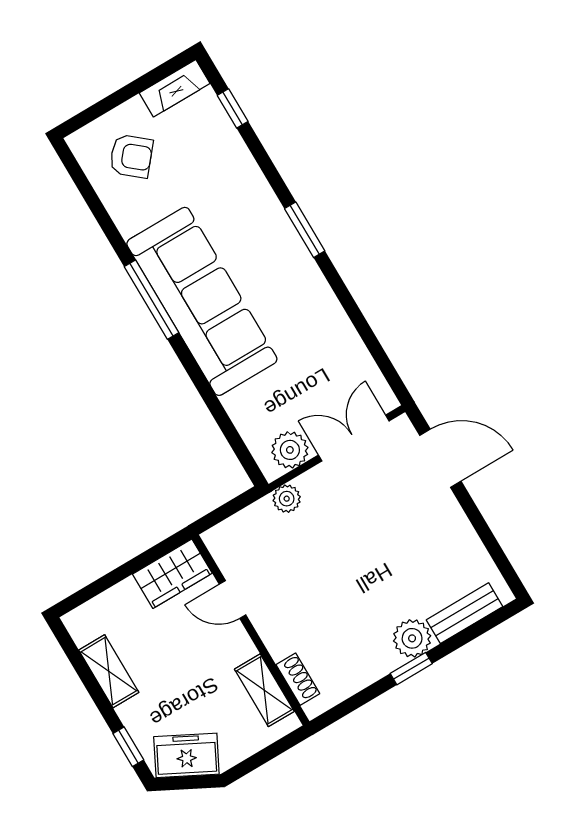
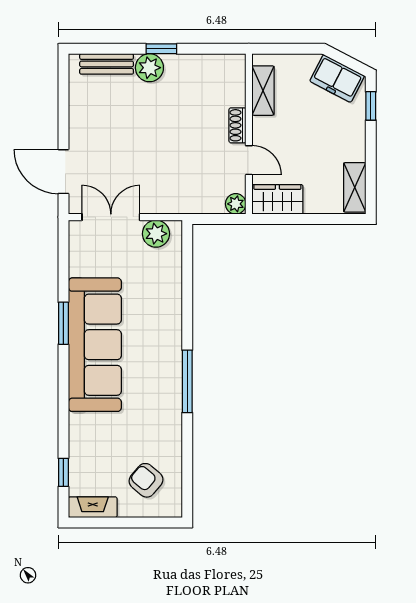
window: (305, 230) -> (63, 323), moved
sofa: (202, 301) -> (95, 345), moved, turned 180
double door: (354, 438) -> (111, 217), swing flipped
plant: (287, 499) -> (236, 204), moved
shelving: (109, 671) -> (355, 187), moved
shoe rack: (298, 679) -> (237, 125), moved

